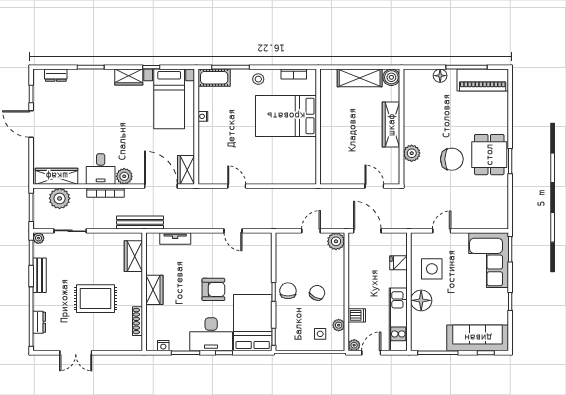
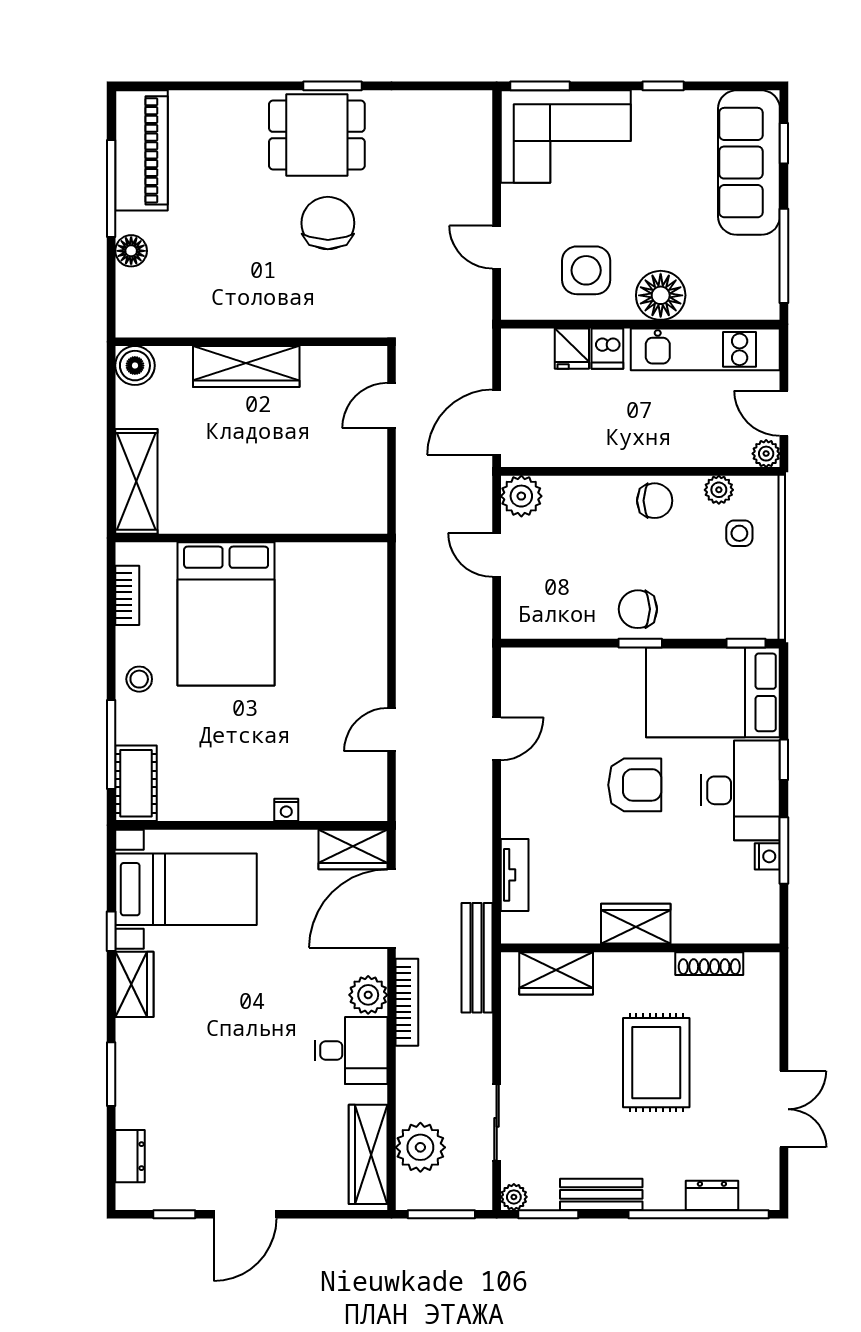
shelving: (360, 78) -> (136, 481), moved
nightstand: (203, 116) -> (286, 810), moved
plant: (412, 153) -> (314, 318), removed
bookcase: (105, 193) -> (407, 1002), moved
armchair: (213, 289) -> (635, 785), turned 90
chair: (317, 293) -> (655, 501), moved, turned 153
dishwasher: (357, 315) -> (607, 349), moved, turned 180
nightstand: (163, 346) -> (767, 856), moved

